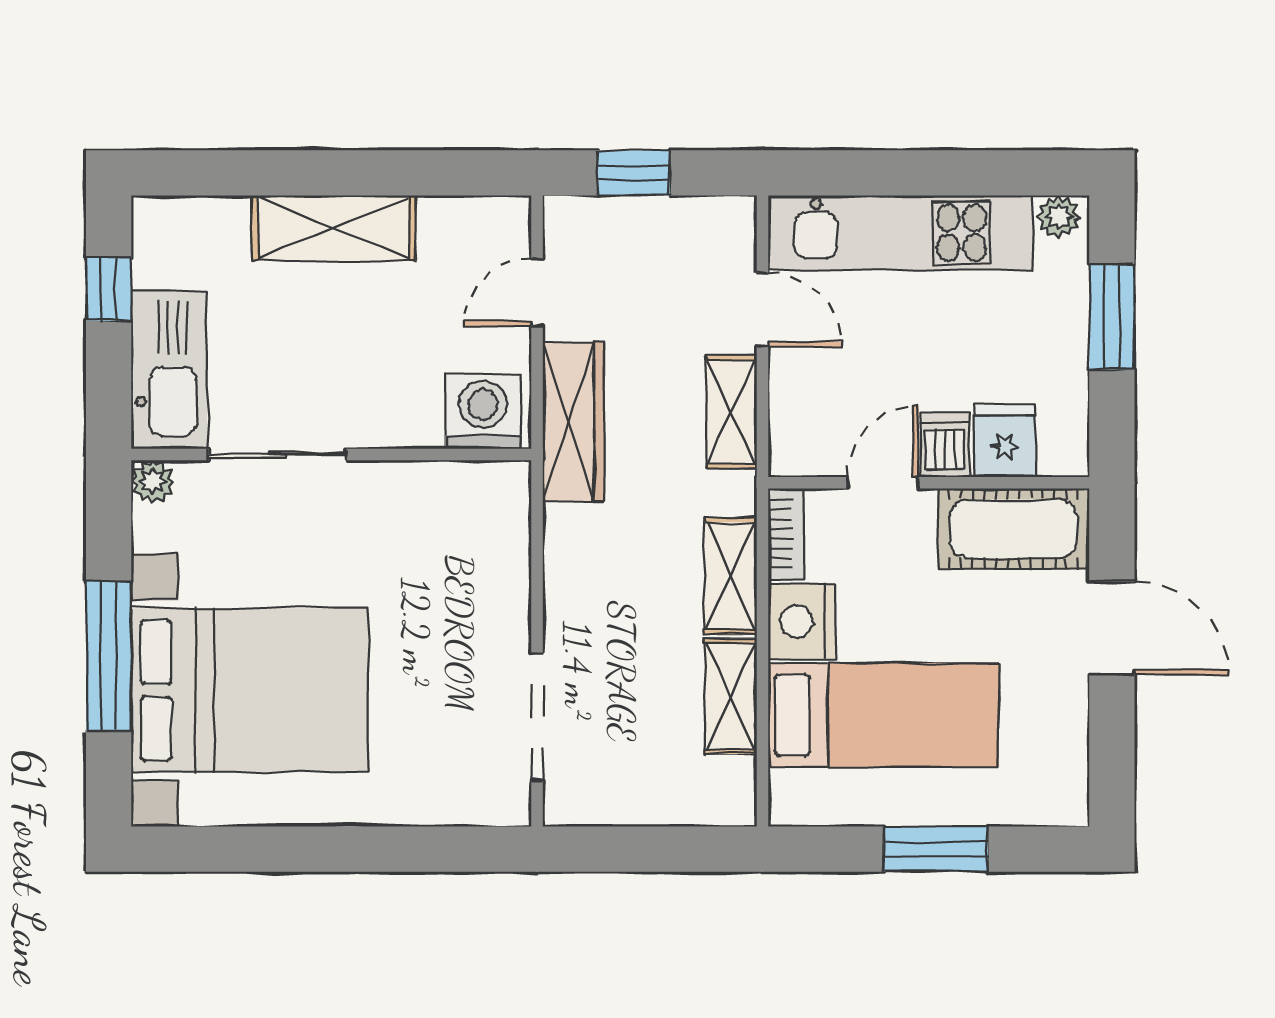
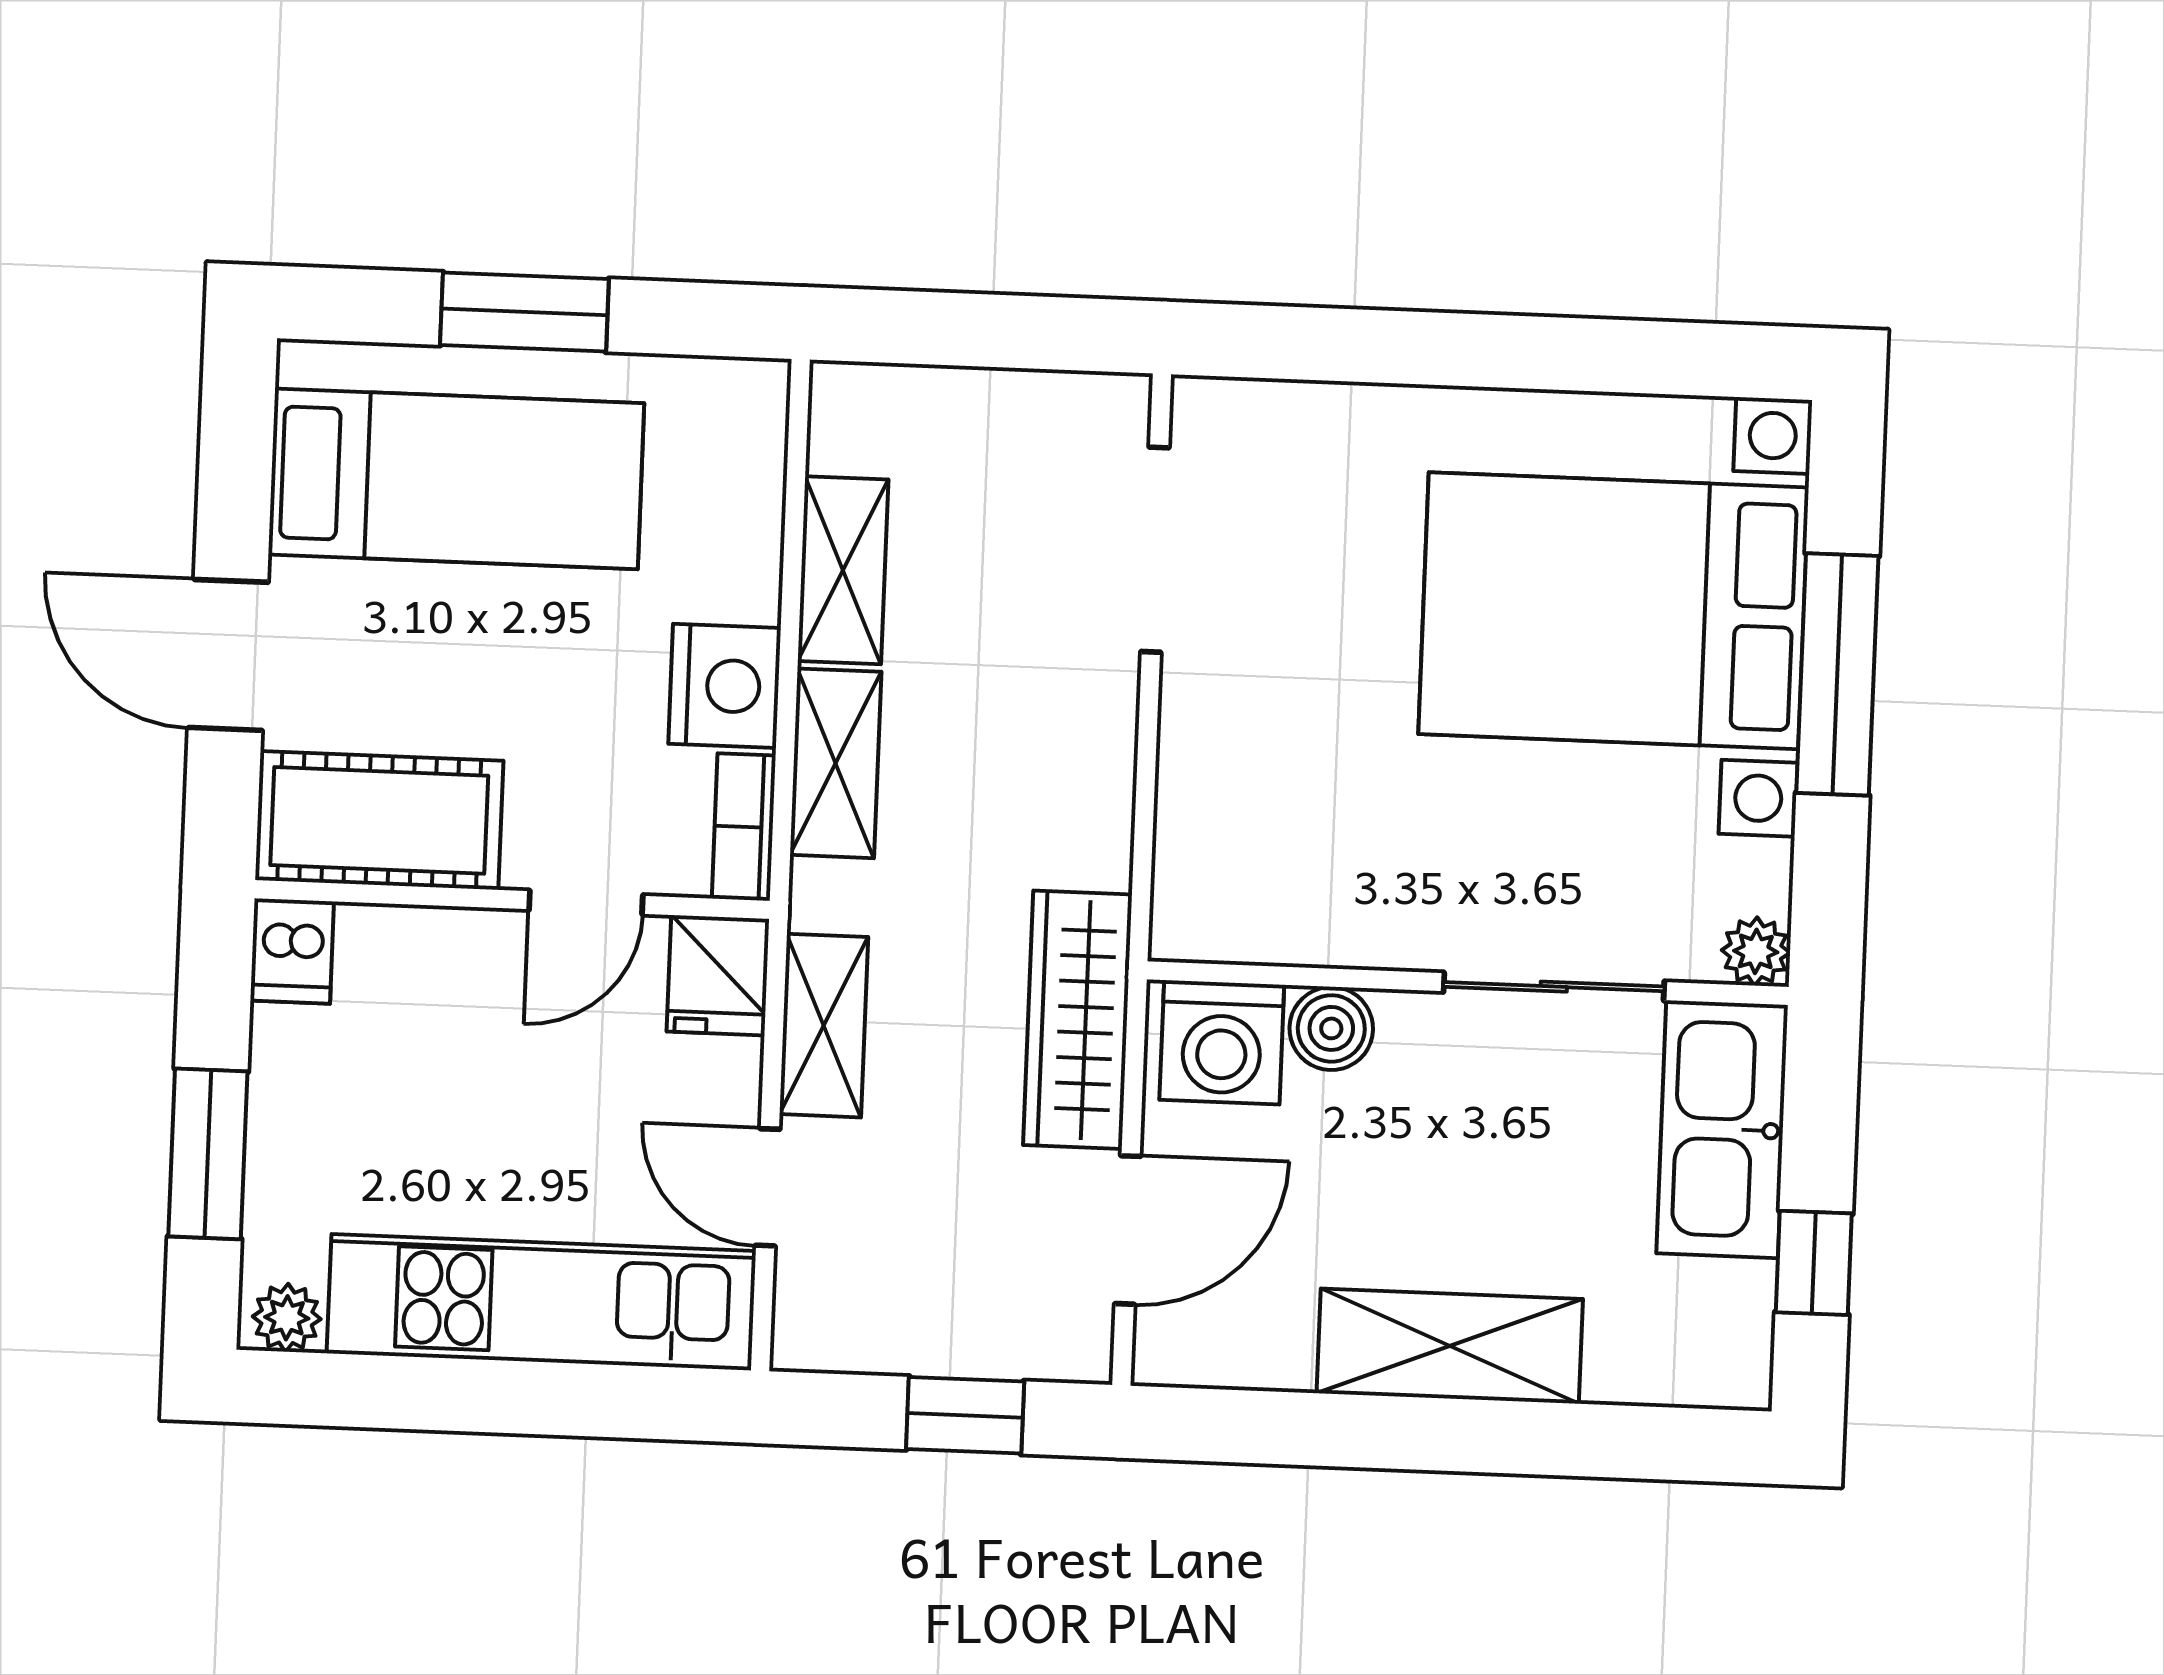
door: (537, 292) -> (1128, 1230), width x1.37
boiler: (415, 423) -> (1331, 1028), added
fridge: (1005, 441) -> (718, 975), moved
dishwasher: (945, 445) -> (292, 951), moved
bed: (883, 715) -> (456, 479), moved, turned 180

